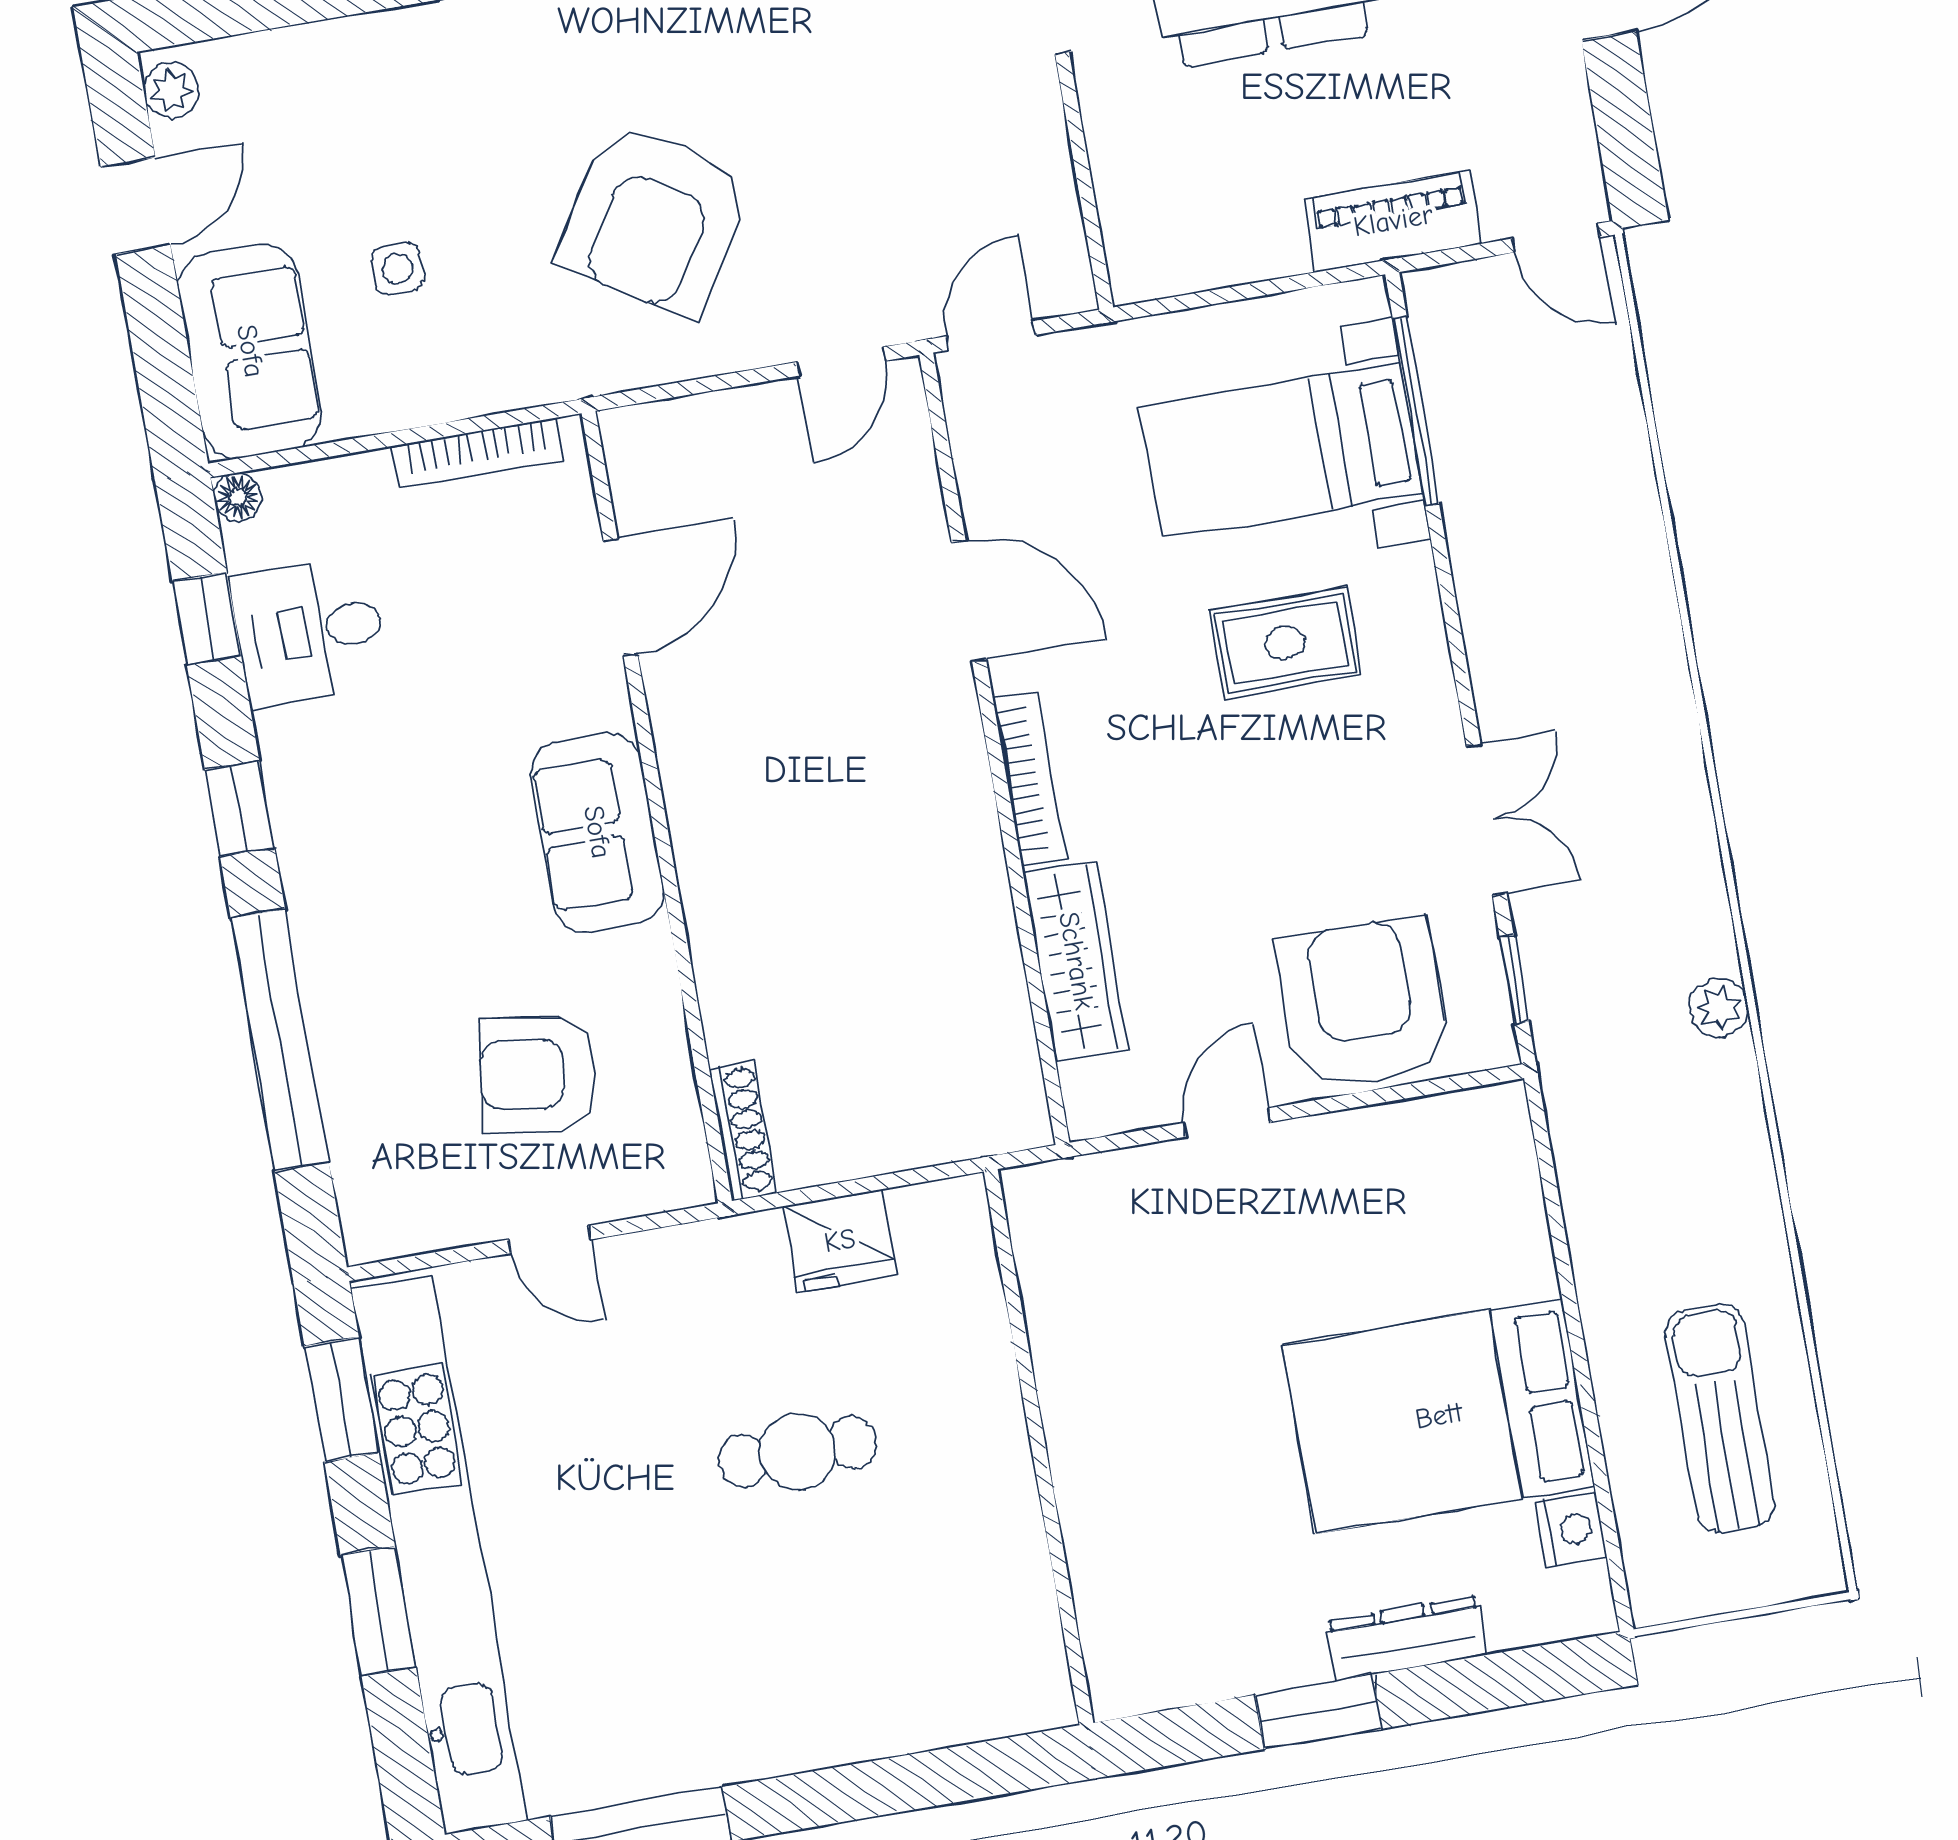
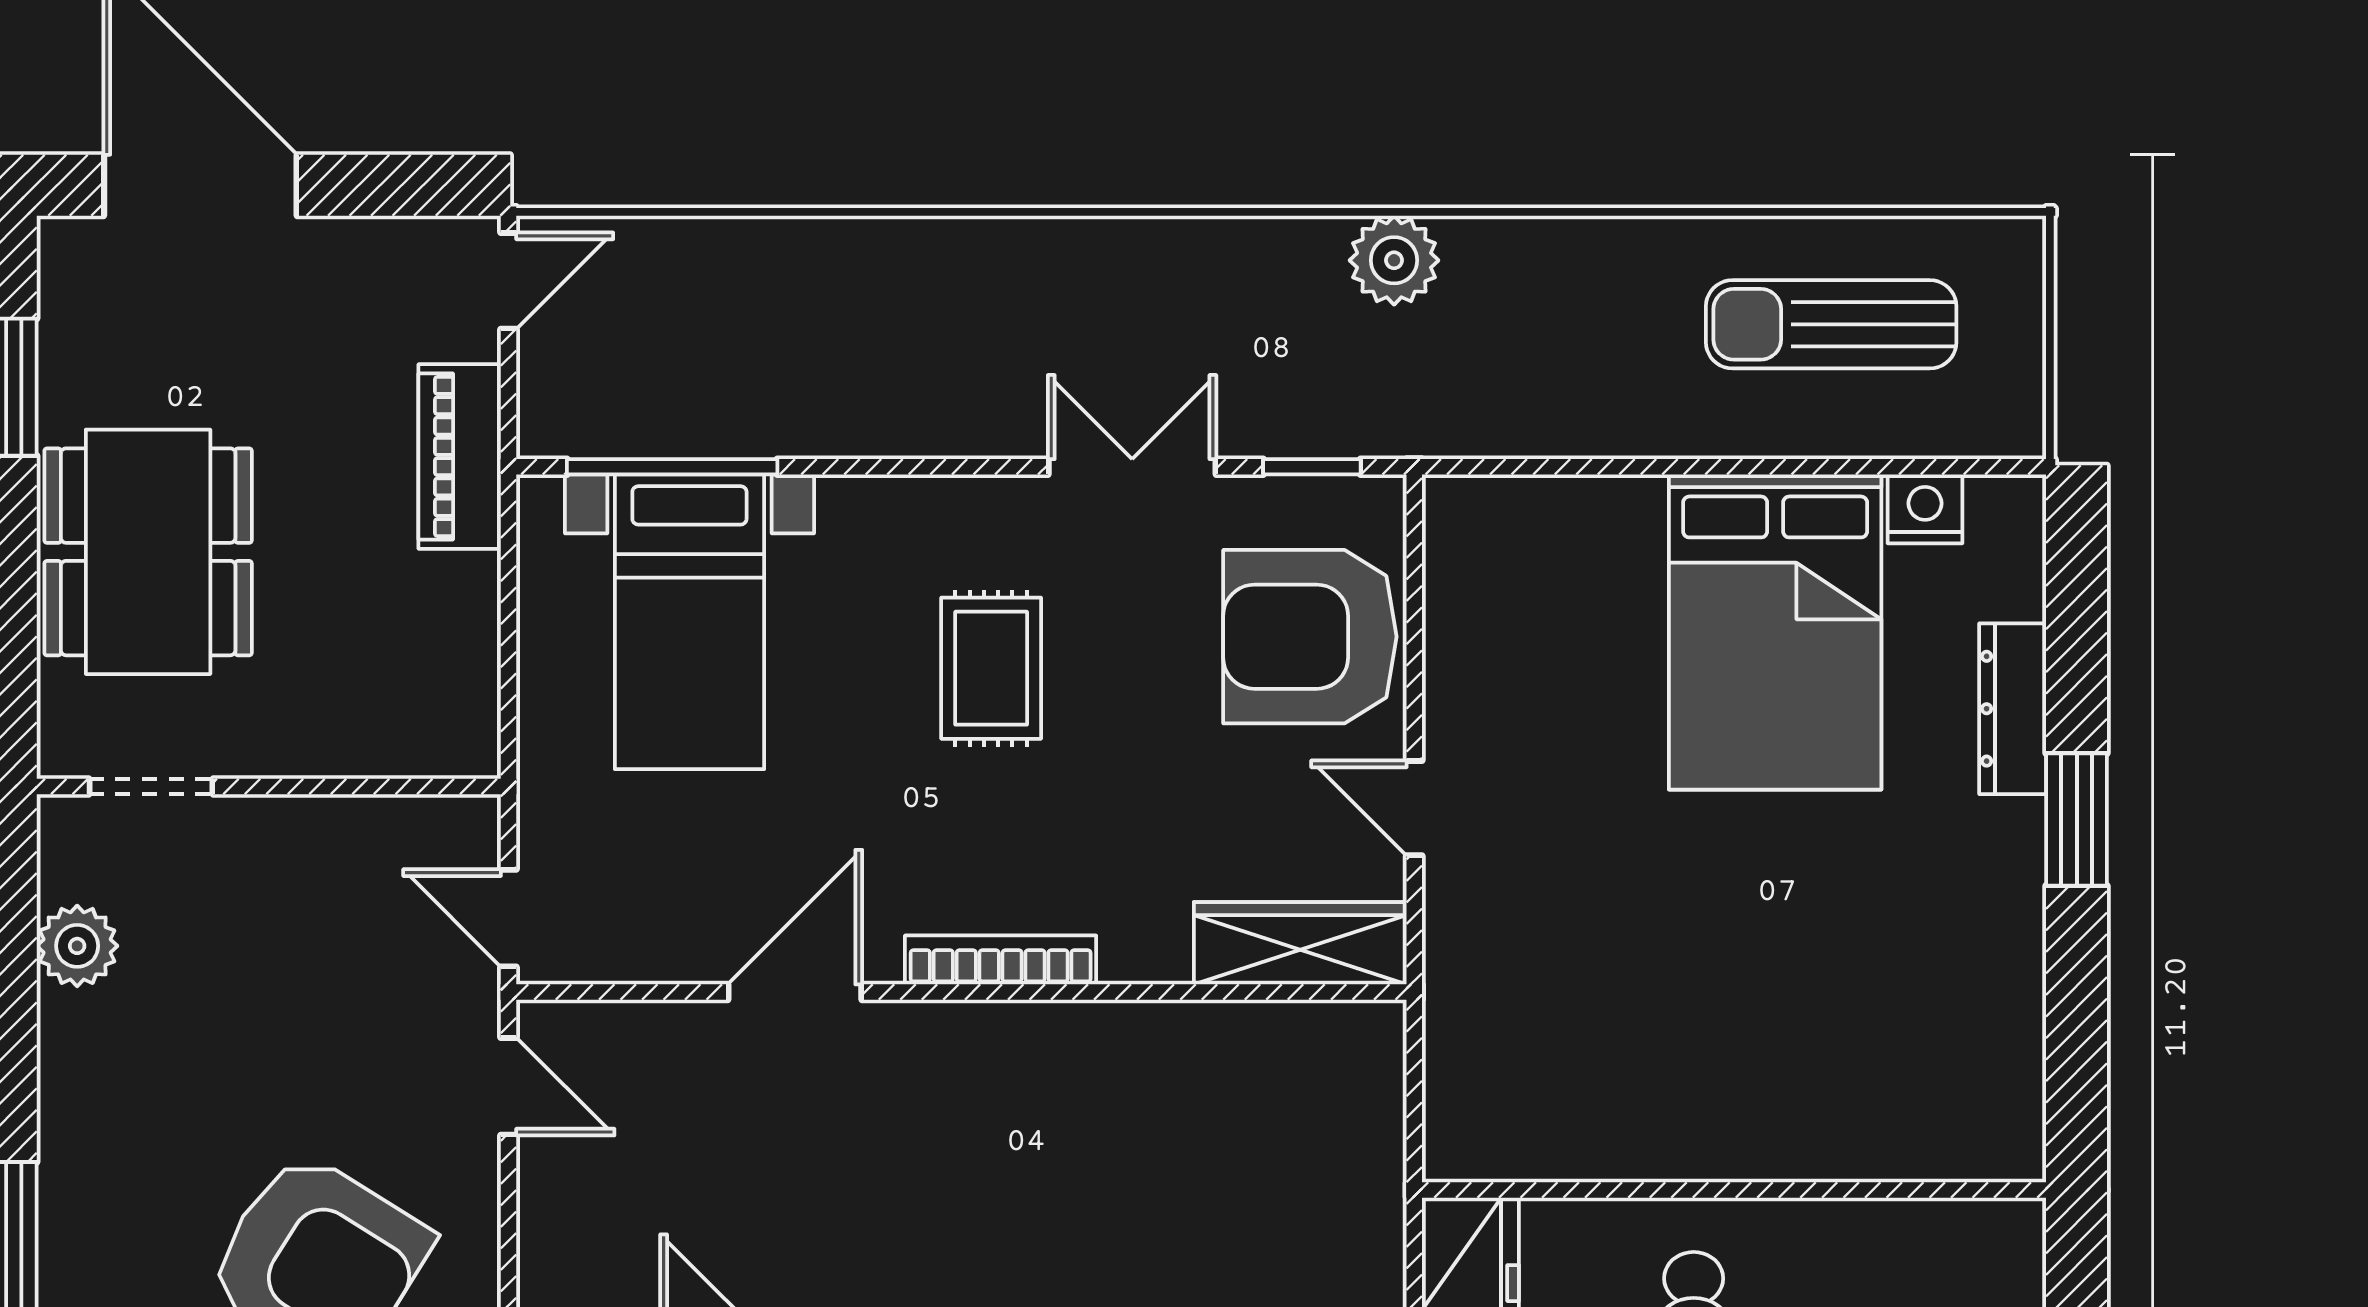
rug: (1285, 643) -> (991, 668), moved
wardrobe: (1076, 961) -> (1300, 943), moved
plant: (1719, 1008) -> (1394, 260), width x1.38, depth x1.38
wall: (1039, 1447) -> (1734, 1190), moved

